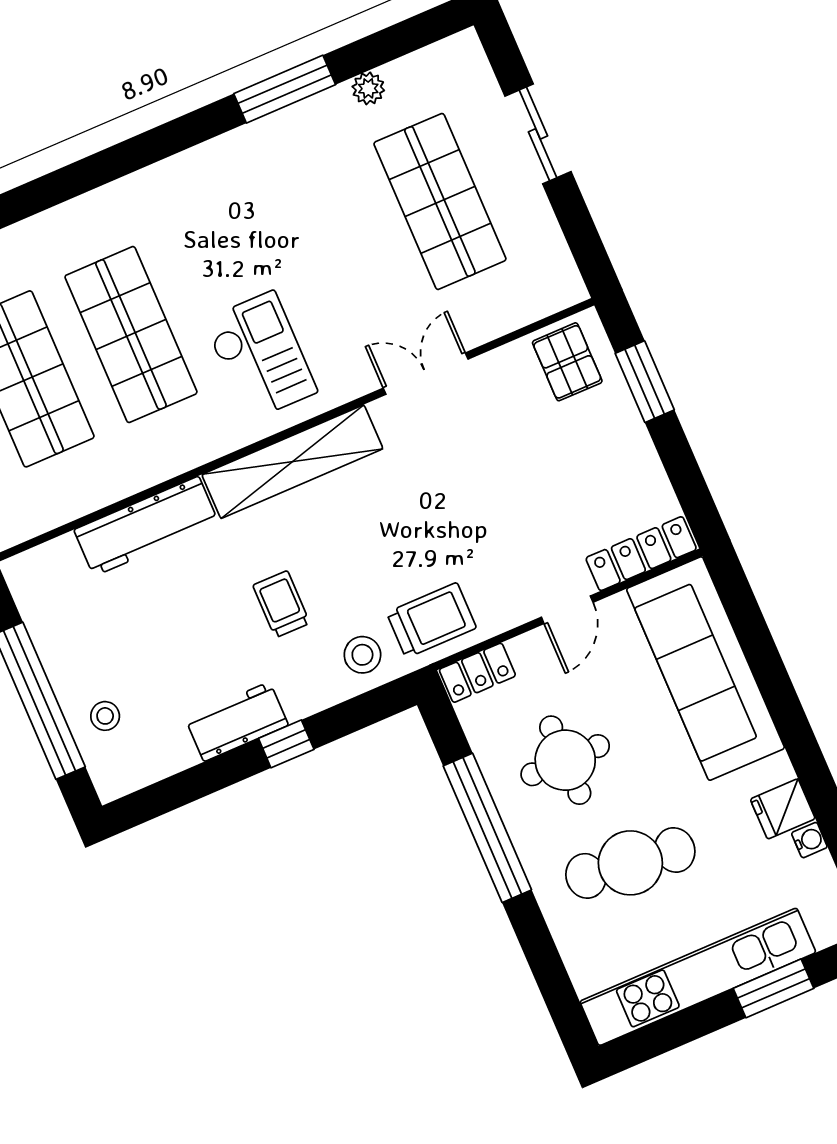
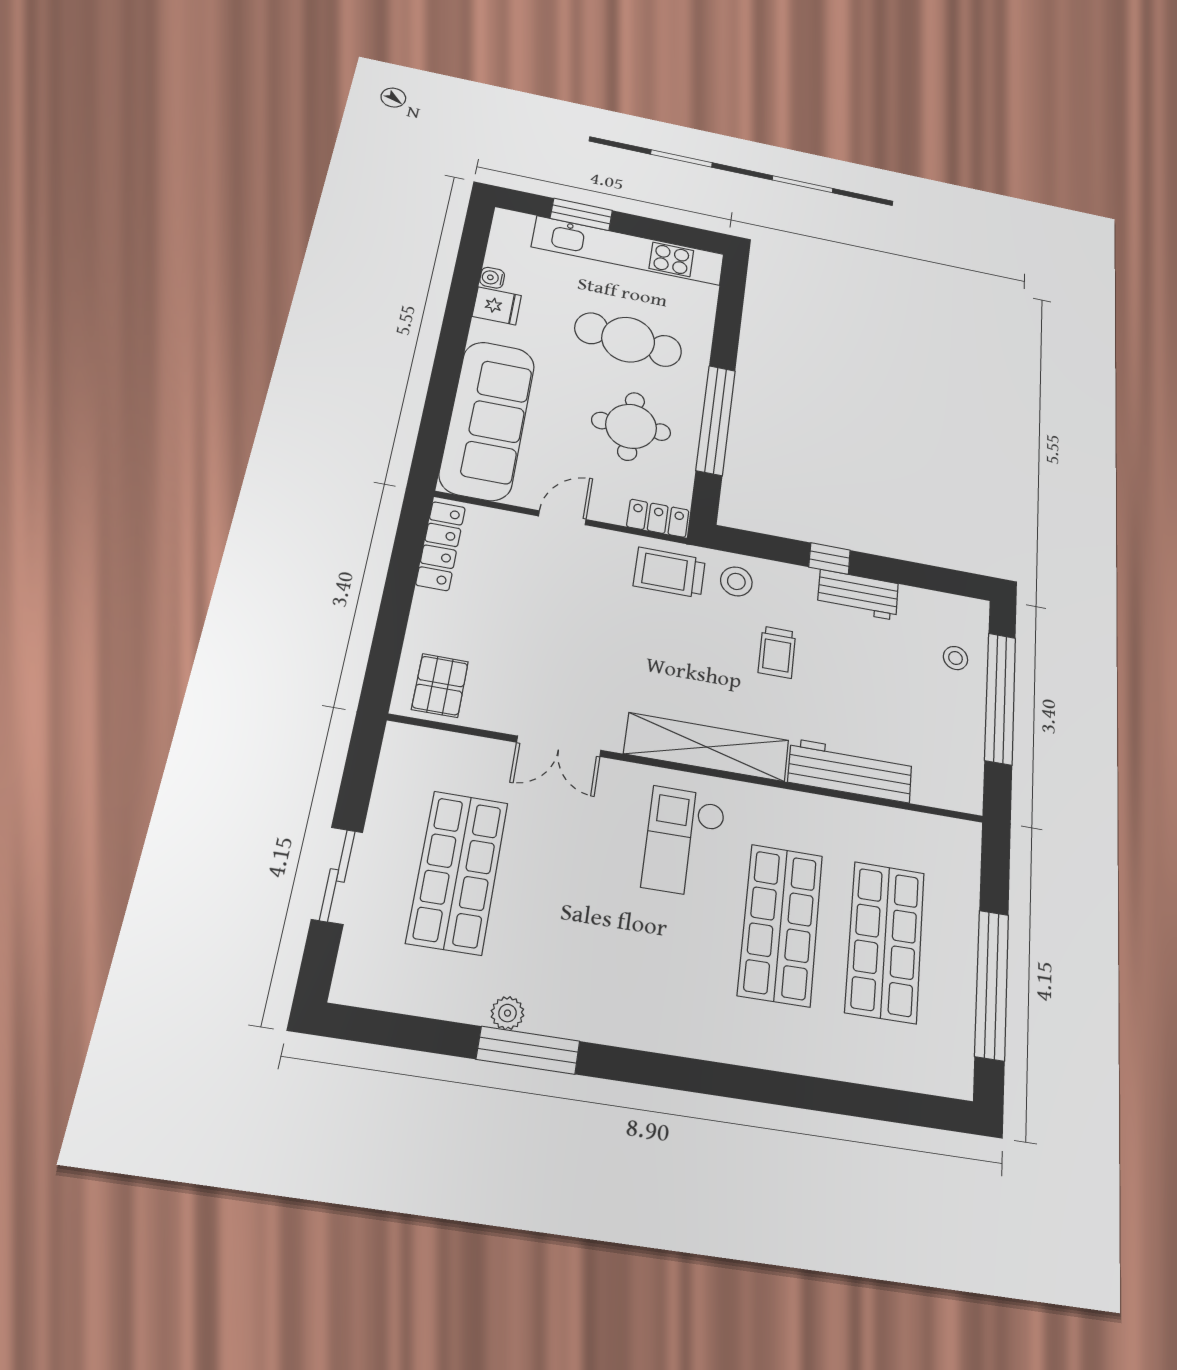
plant: (368, 88) -> (508, 1013), moved
window: (645, 382) -> (389, 634), removed
locker: (641, 554) -> (441, 546), moved, turned -90

